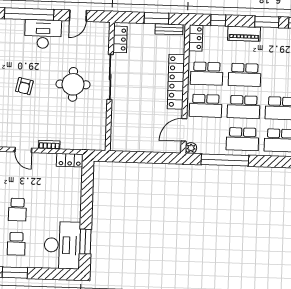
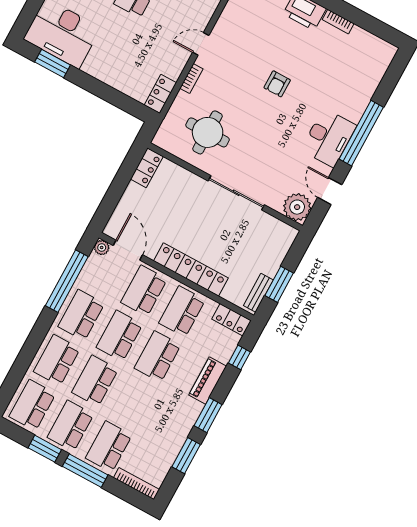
plant: (99, 32) -> (297, 207), added
locker: (120, 39) -> (147, 168), moved, turned -90
round table: (73, 84) -> (208, 132), moved
armchair: (24, 86) -> (277, 84), turned -102

